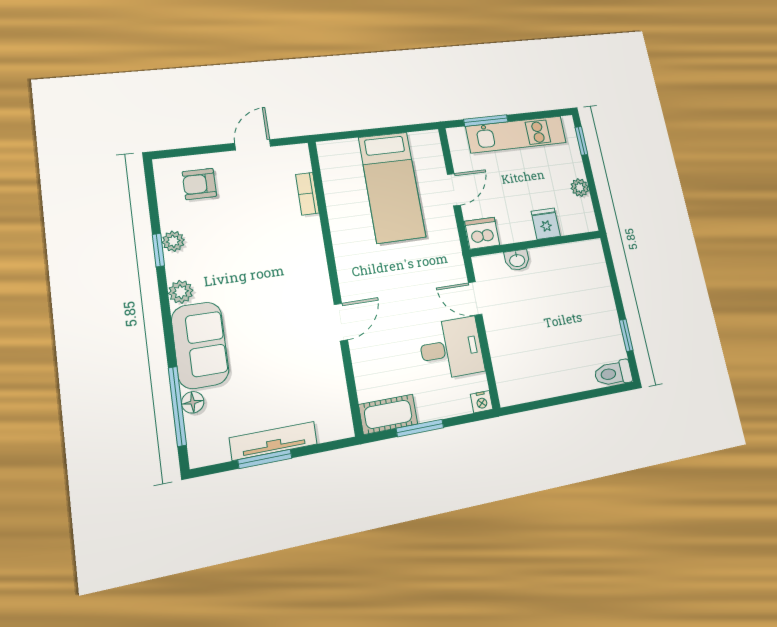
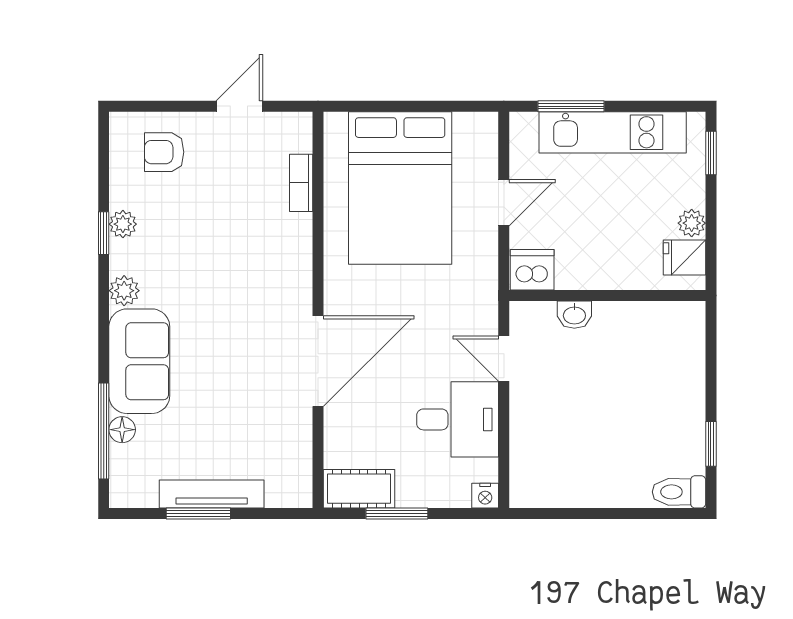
bed: (392, 187) -> (400, 188), width x1.50
fridge: (546, 224) -> (685, 257), moved, turned -90
door: (341, 322) -> (318, 361), width x1.88

